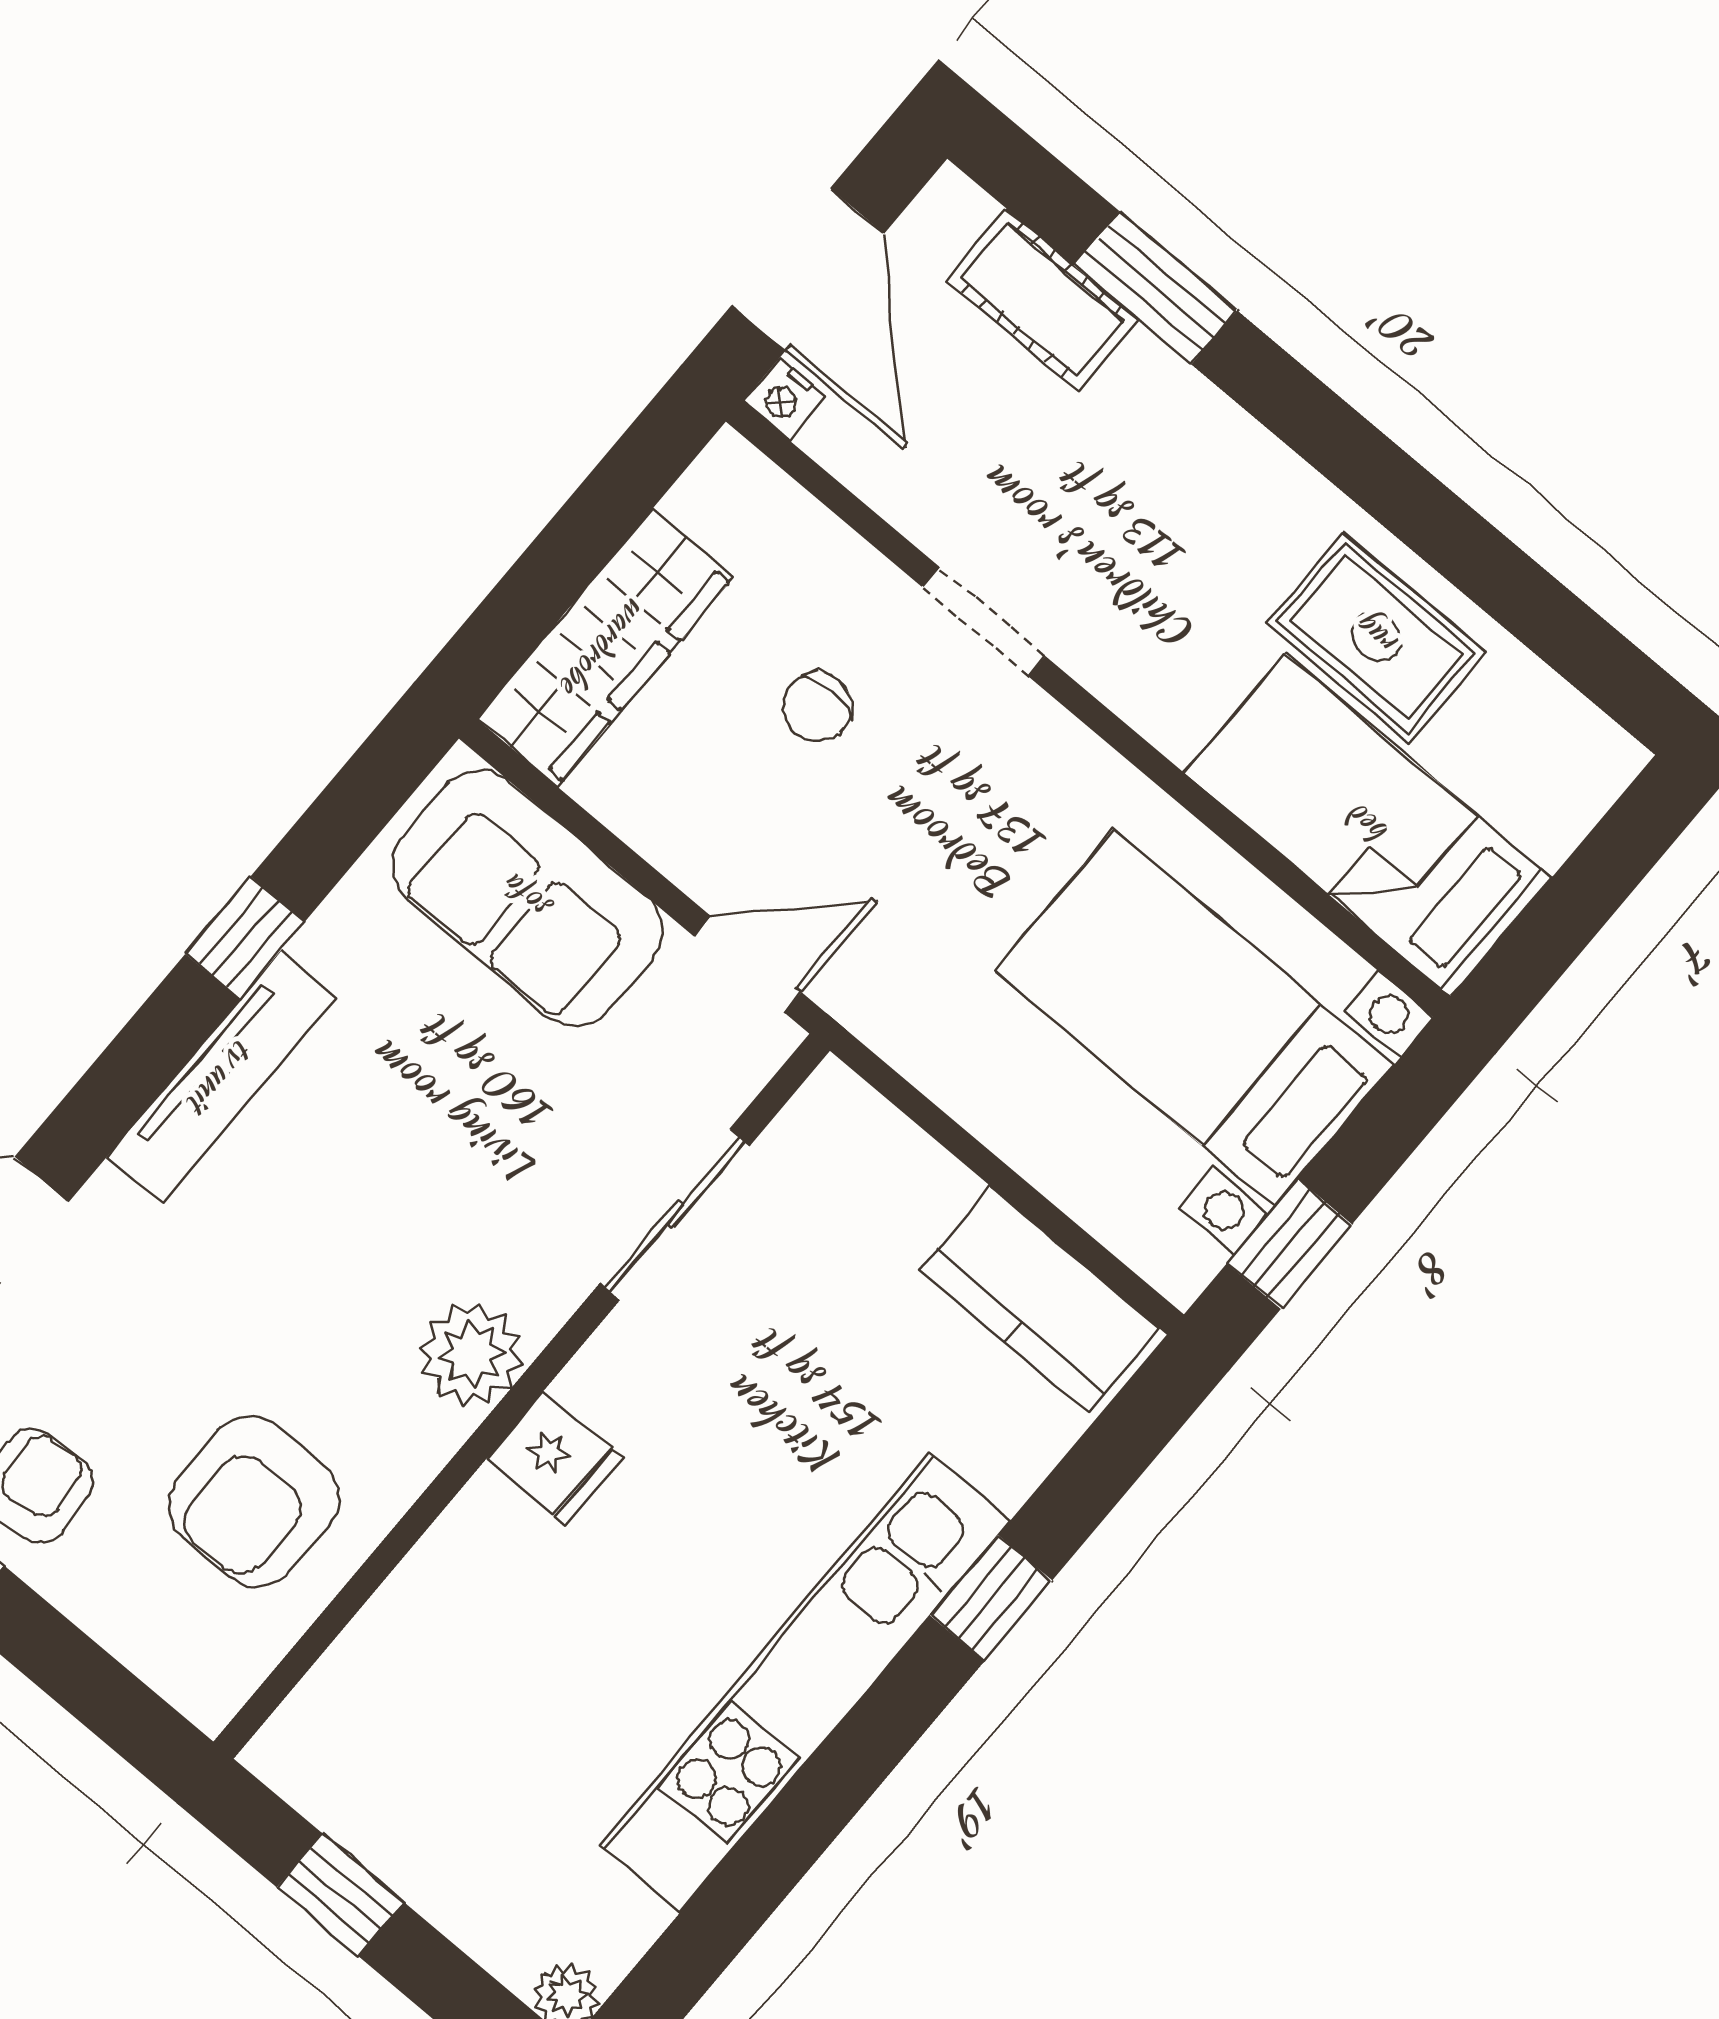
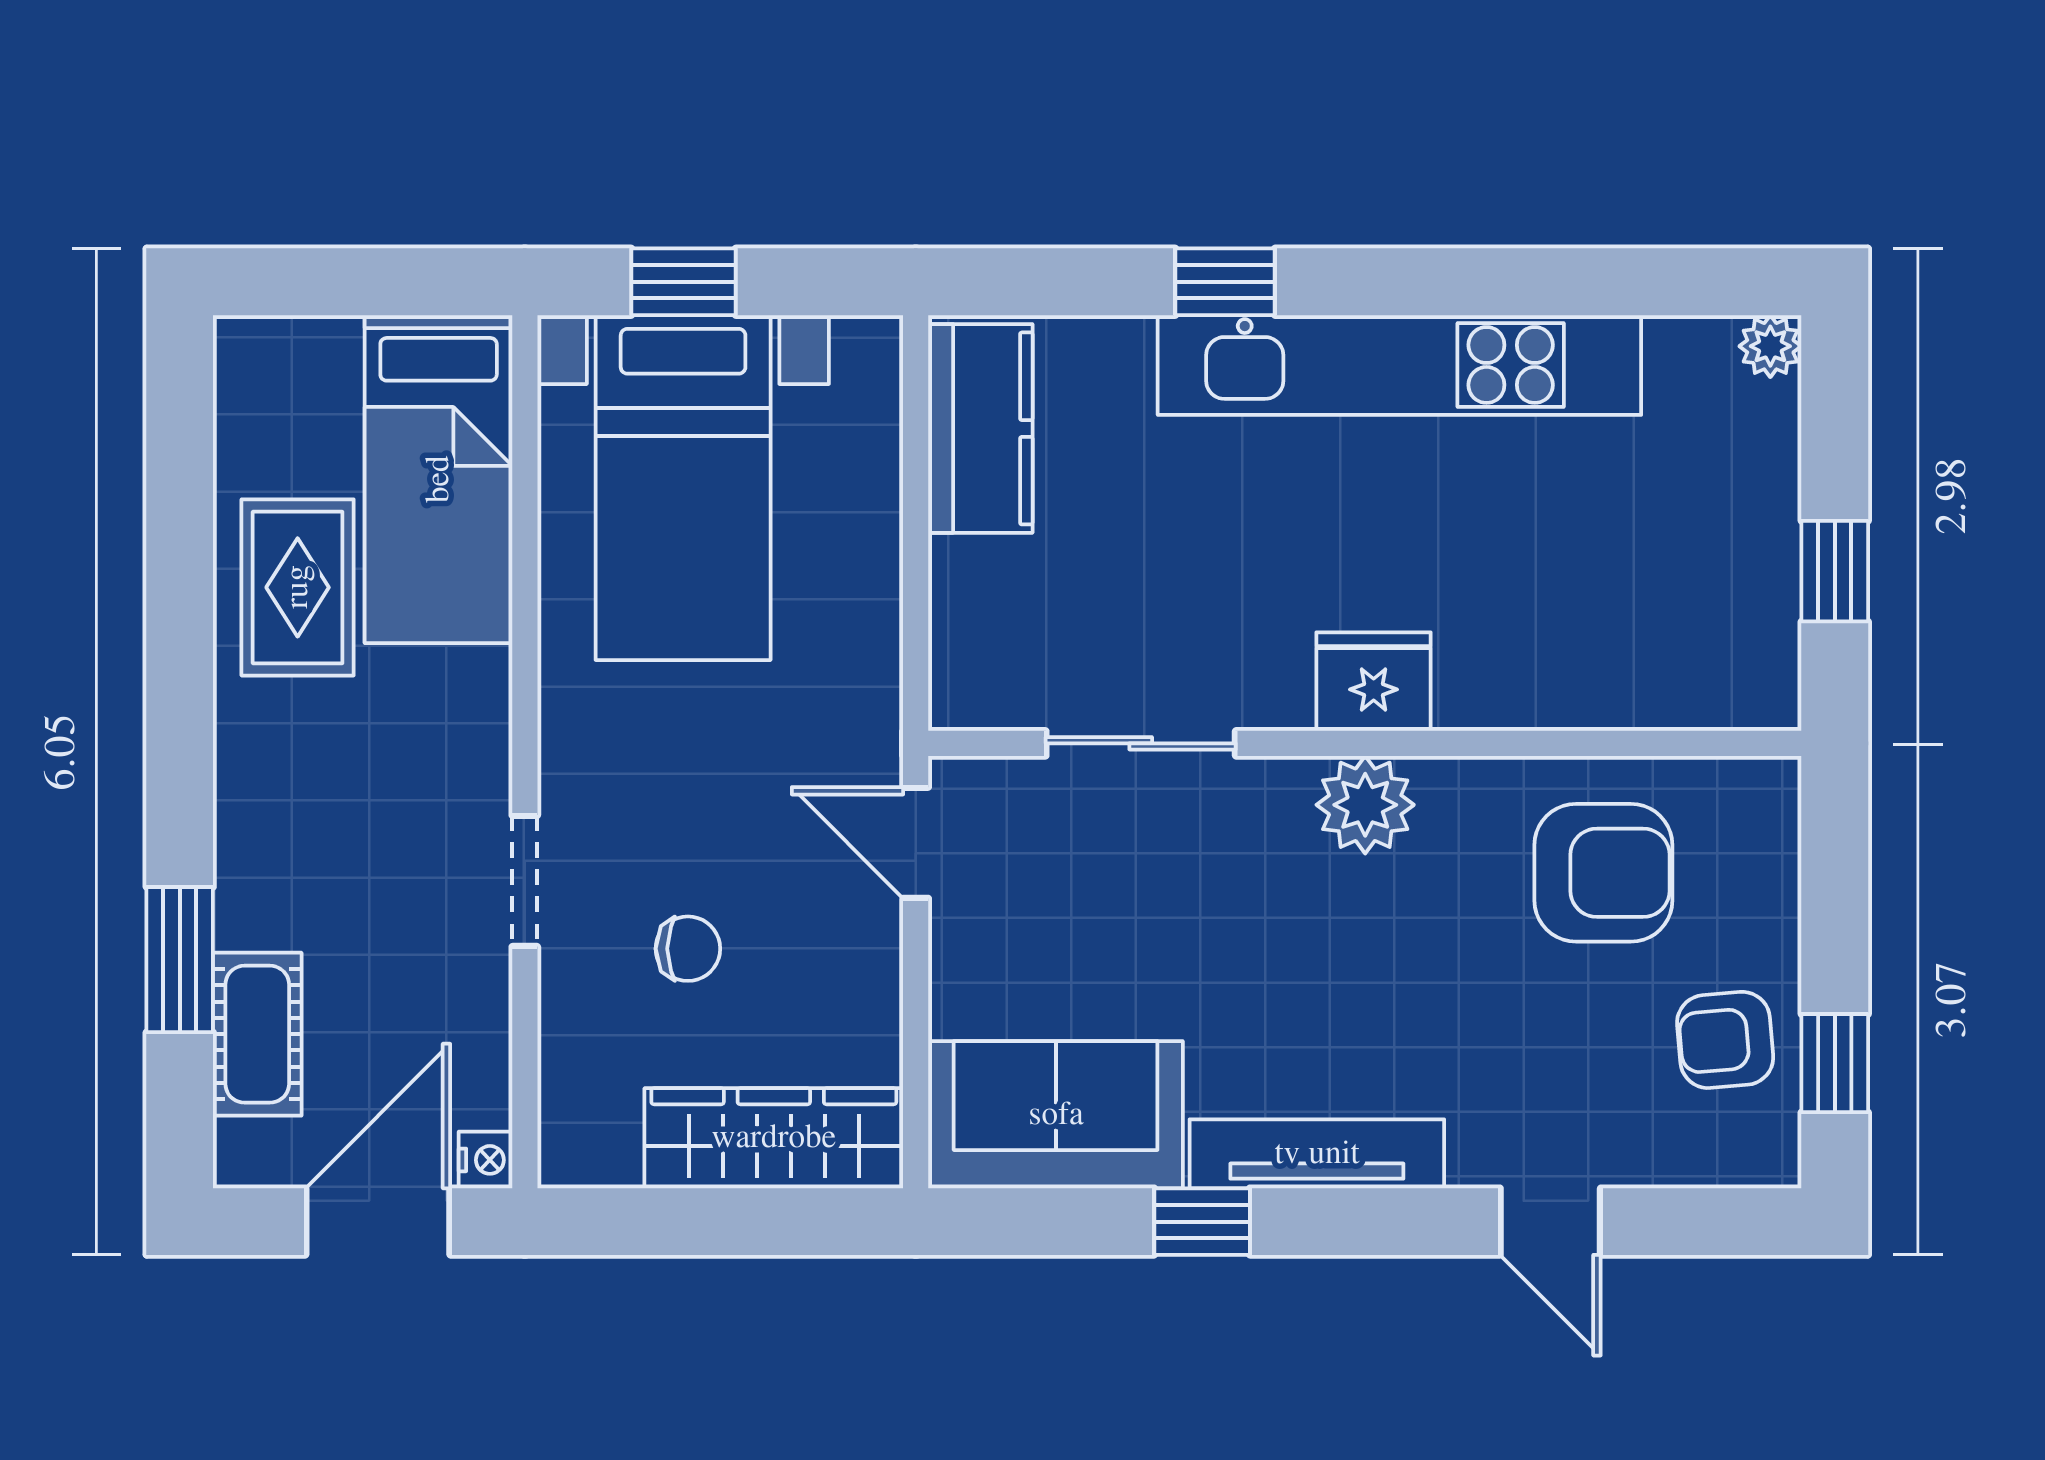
sofa: (527, 898) -> (1056, 1115), moved, turned -90
window: (1289, 1244) -> (683, 282), moved
fridge: (555, 1458) -> (1374, 682), width x1.38

